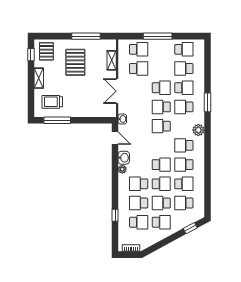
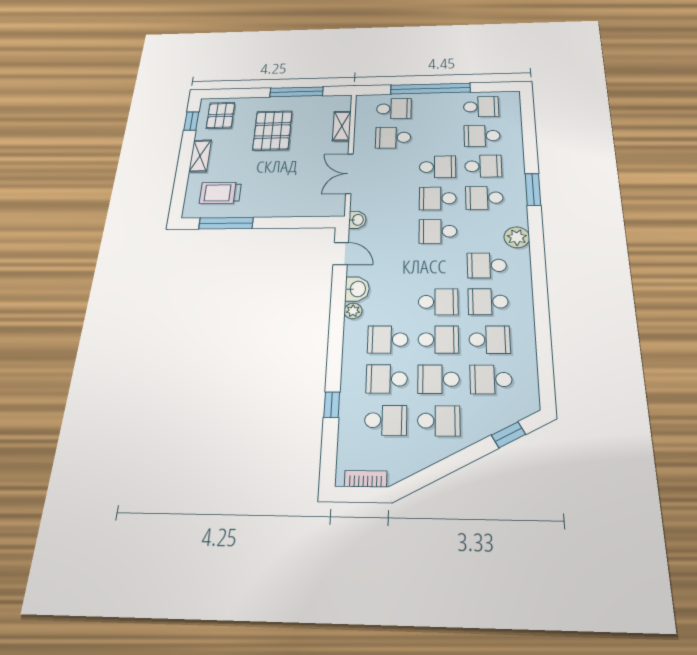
window: (158, 36) -> (430, 89), width x1.46
school desk: (139, 69) -> (393, 138), turned 180

